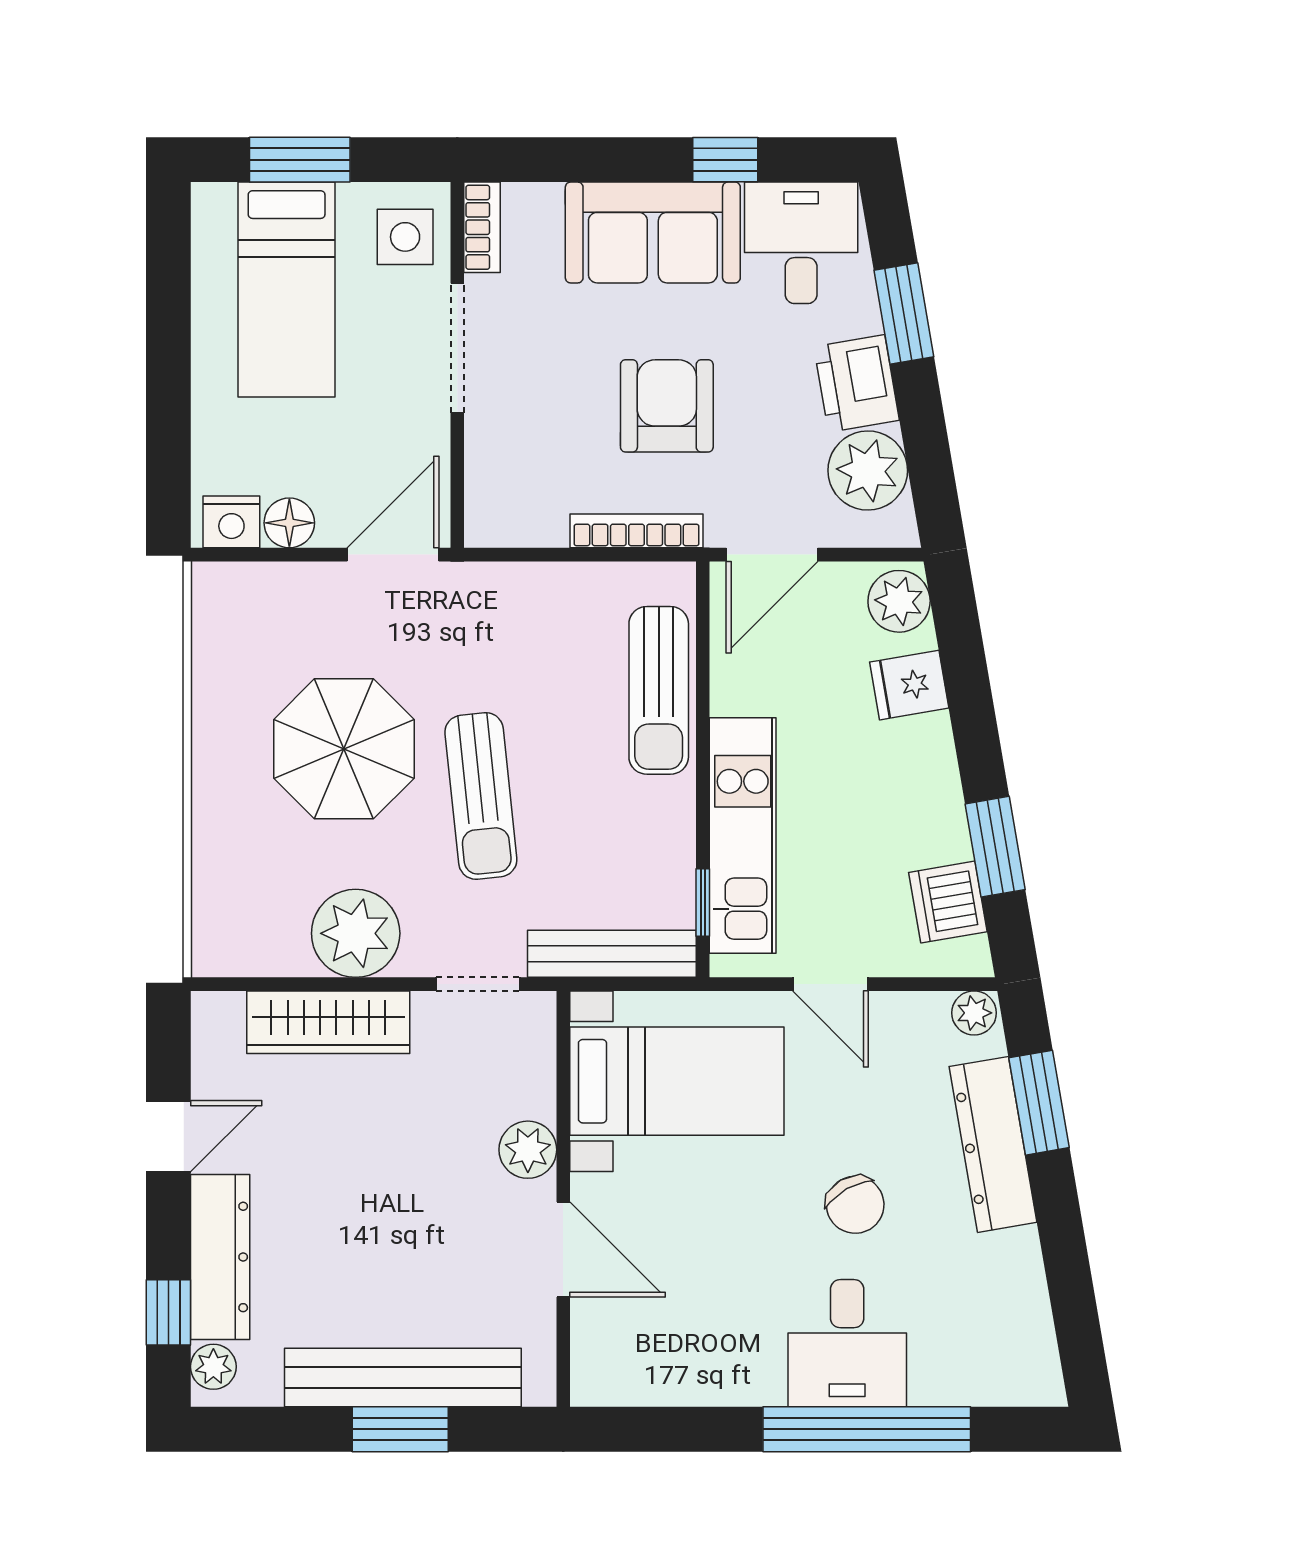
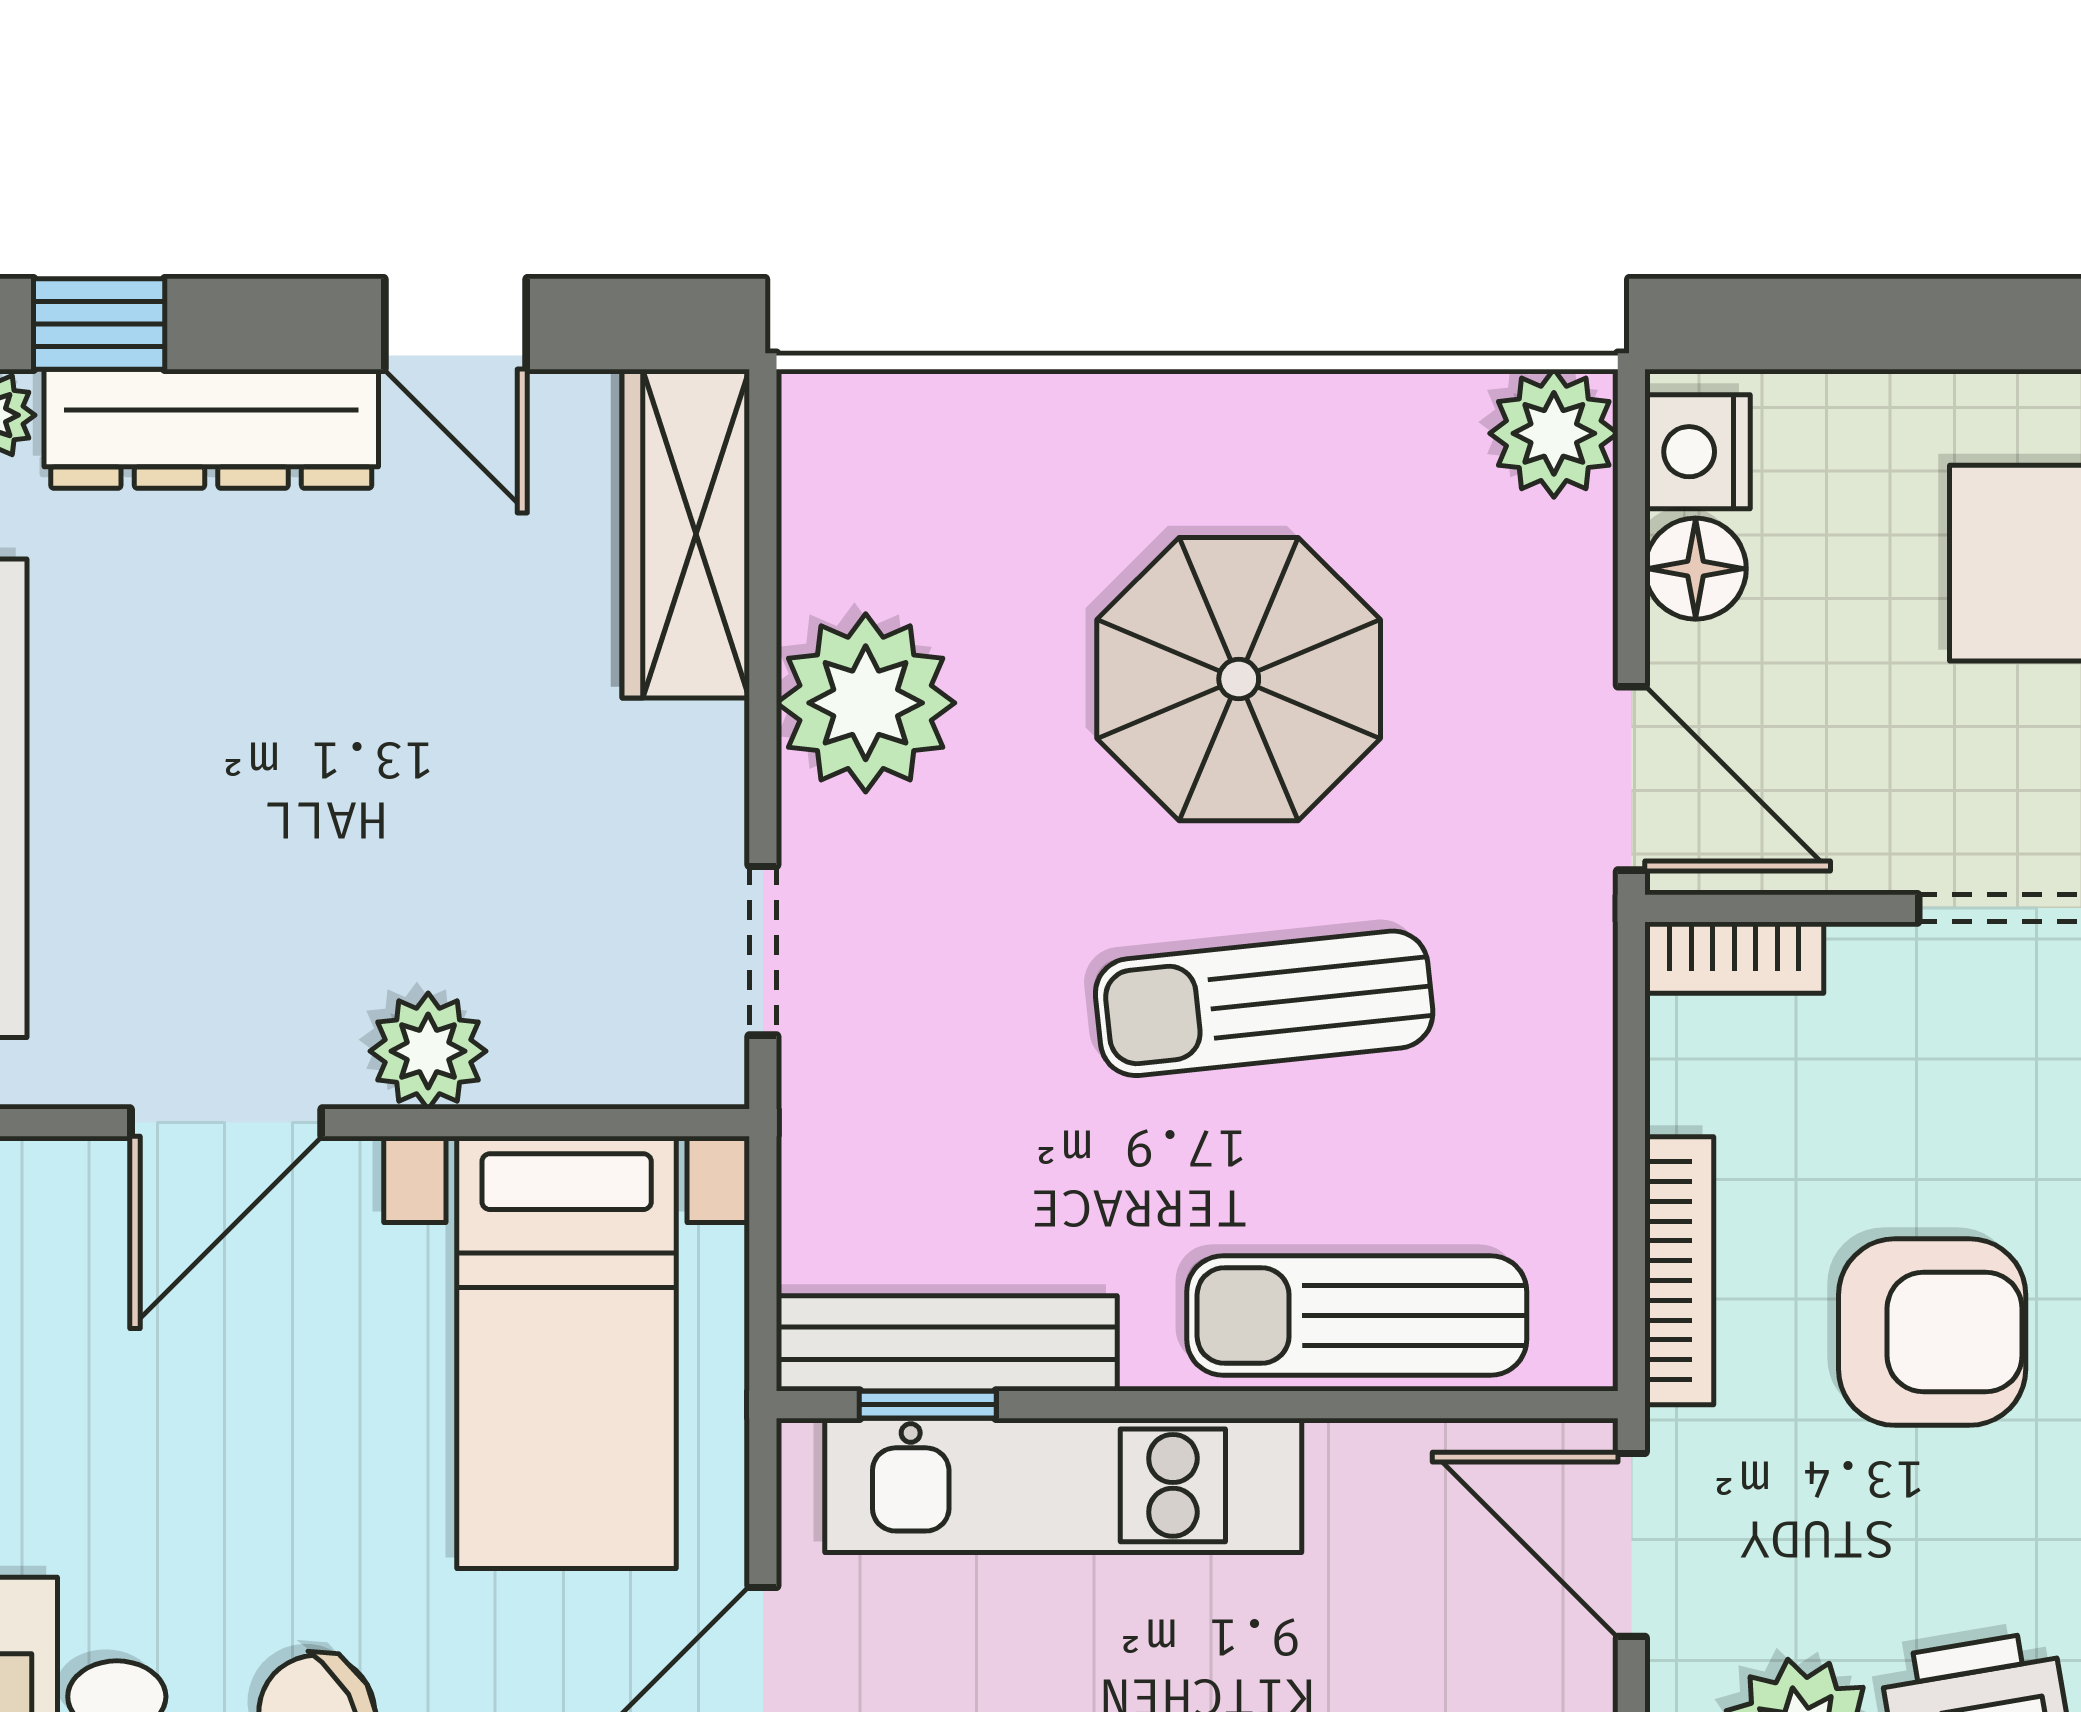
bookcase: (482, 504) -> (1734, 958), added
plant: (222, 593) -> (1554, 433), added
sun lounger: (481, 796) -> (1264, 1003), moved
bench: (612, 954) -> (947, 1343), moved, turned 90
wardrobe: (328, 1022) -> (686, 534), moved

